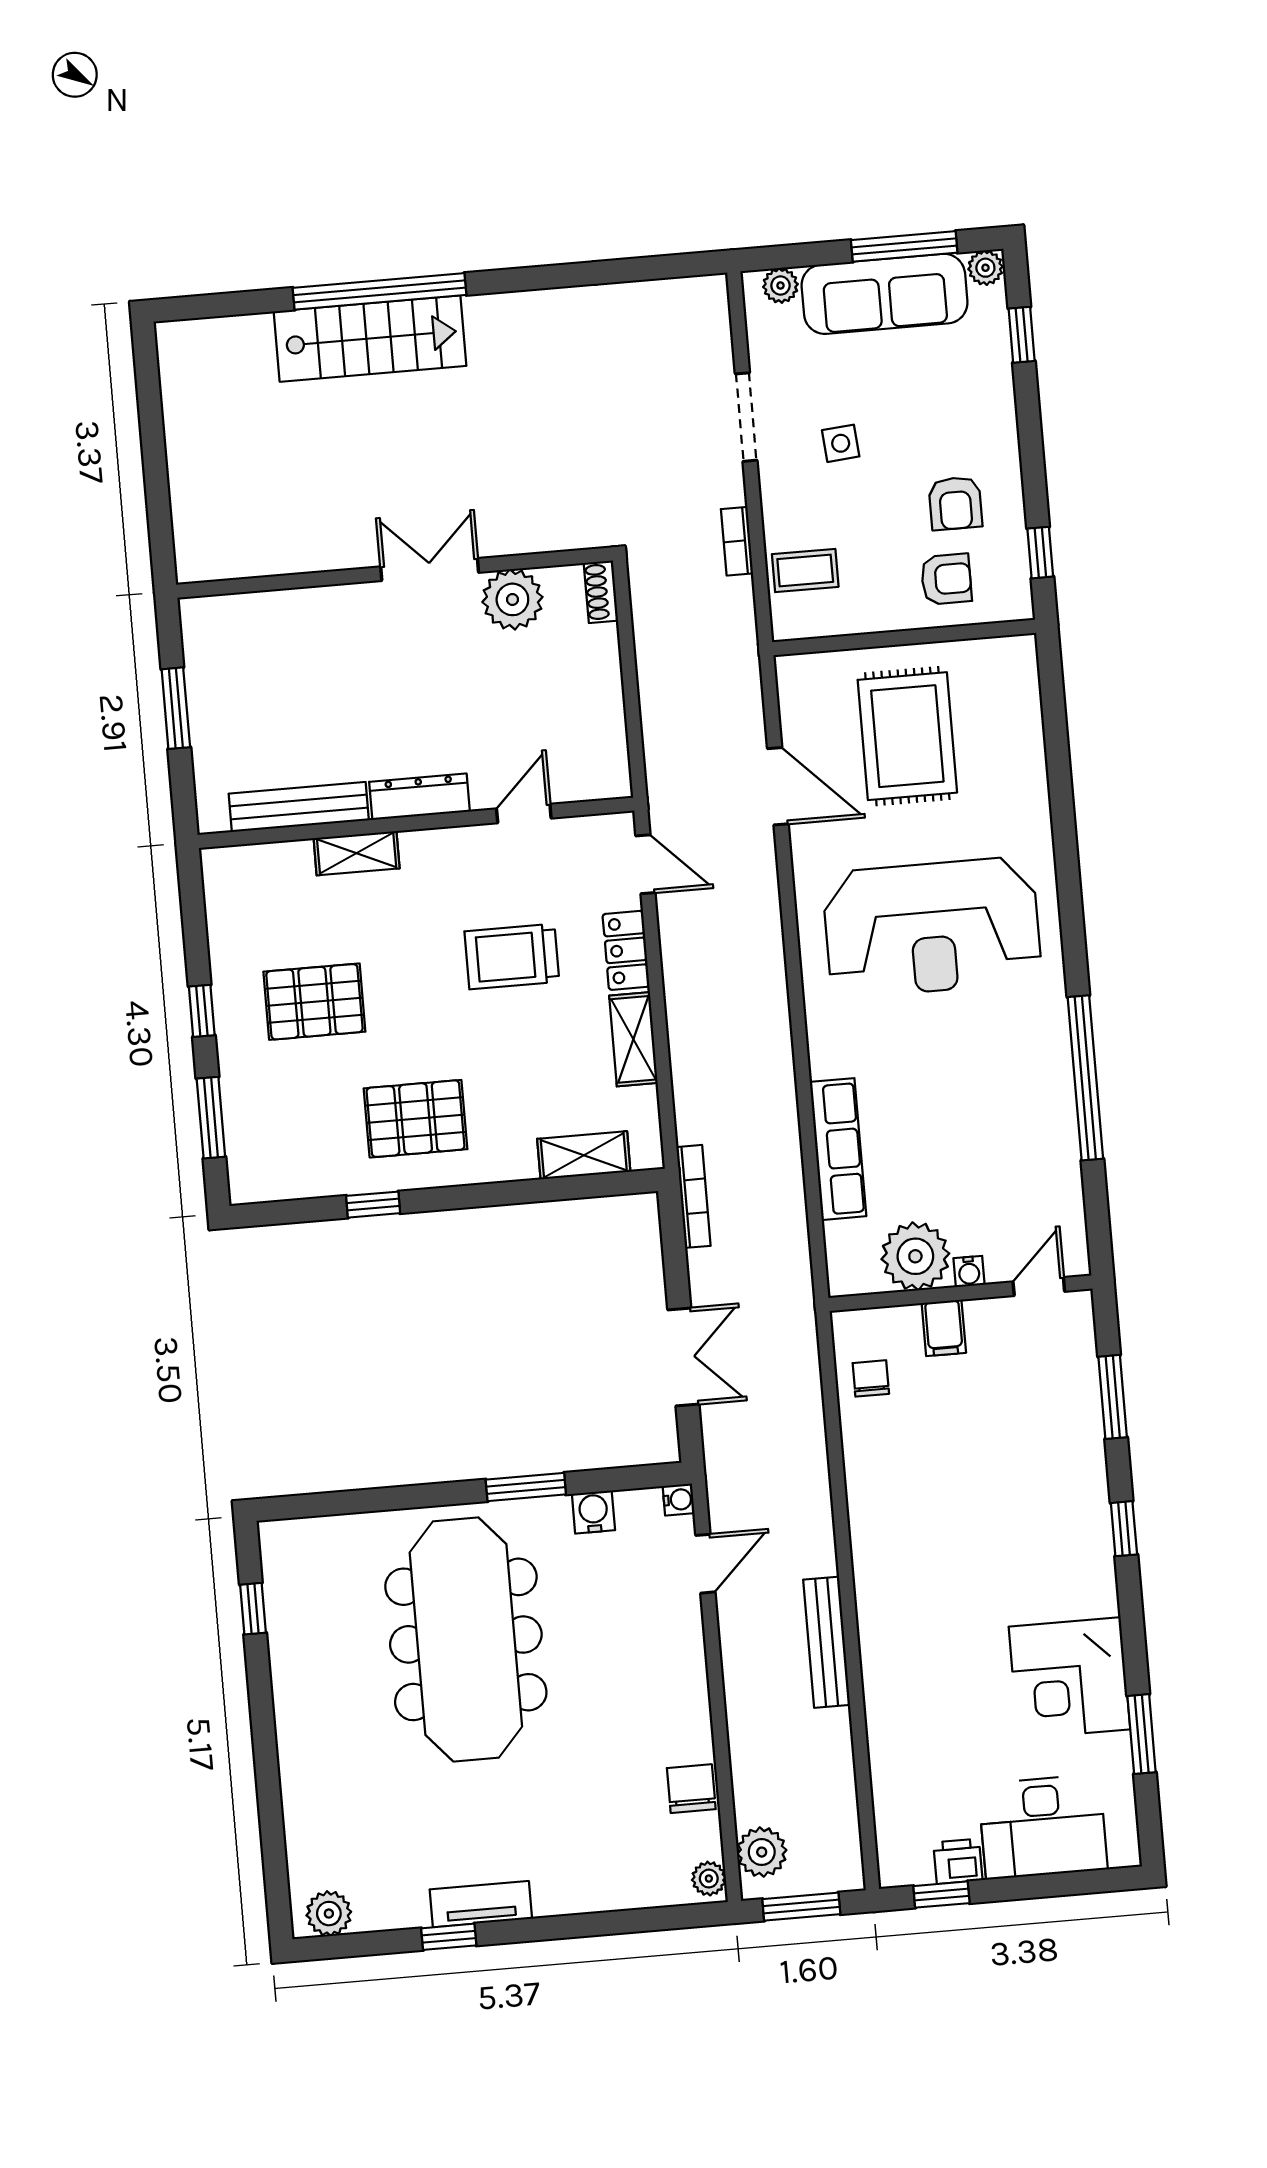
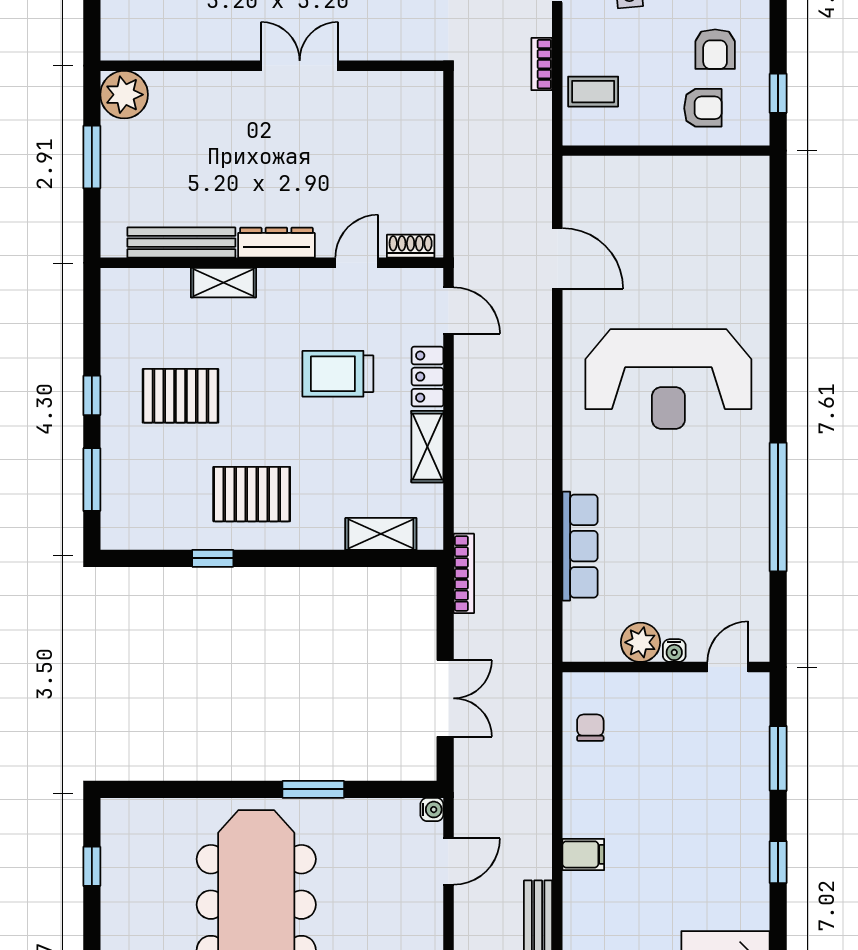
shoe rack: (601, 592) -> (411, 246), moved, turned 90
plant: (512, 599) -> (124, 95), moved
rug: (907, 736) -> (662, 228), removed
plant: (915, 1256) -> (640, 642), width x0.73, depth x0.73
filing cabinet: (944, 1328) -> (583, 854), moved, turned -90
water cooler: (593, 1512) -> (364, 814), removed

